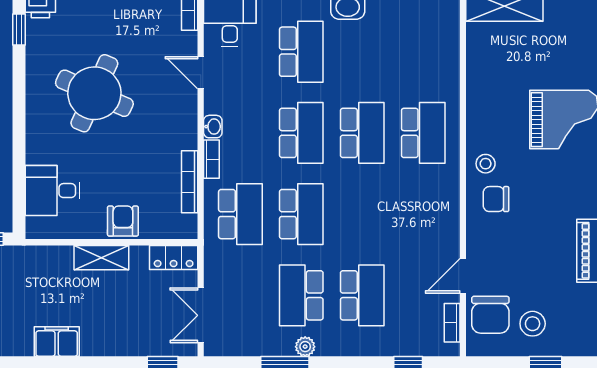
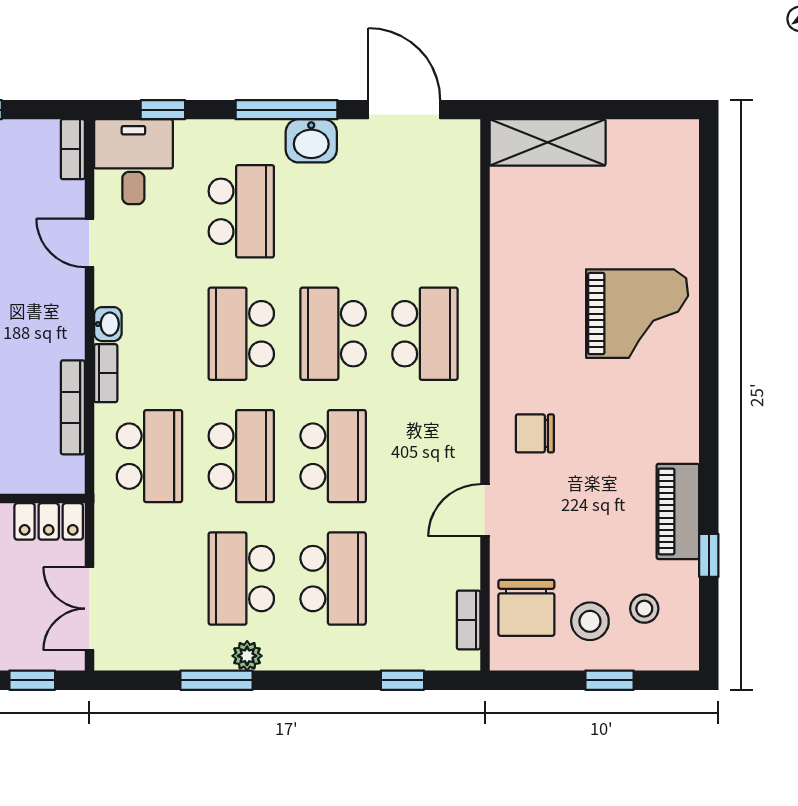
school desk: (301, 133) -> (241, 334), turned 180
school desk: (362, 133) -> (333, 334), turned 180
stool: (486, 164) -> (644, 609), moved
school desk: (362, 214) -> (333, 456), added
door: (463, 276) -> (485, 510), moved

